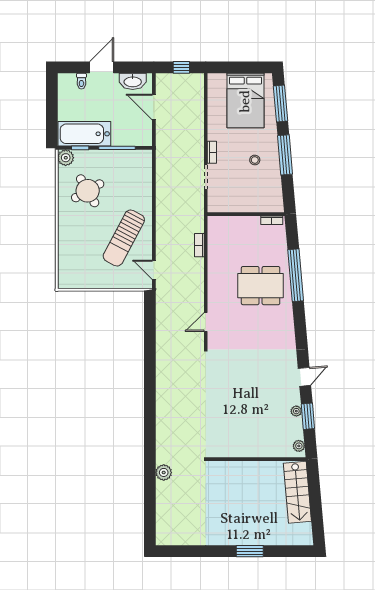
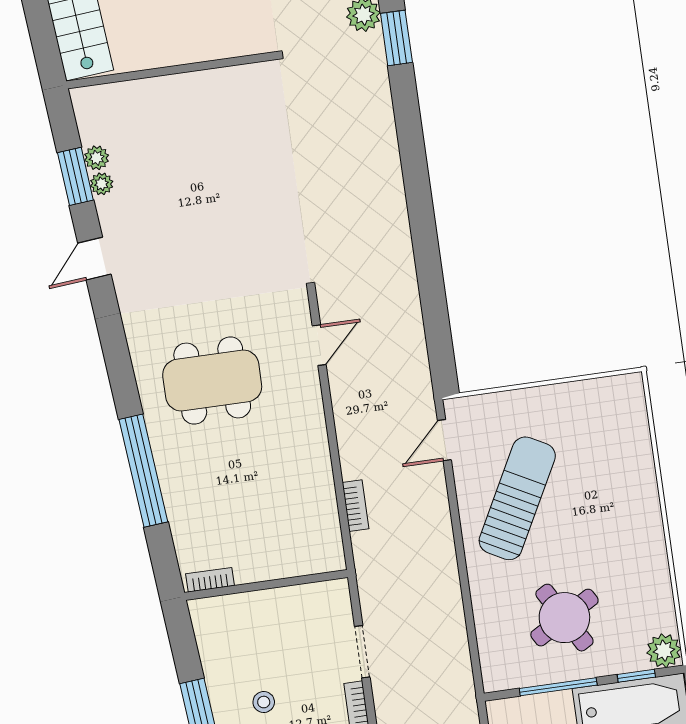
round table: (88, 191) -> (564, 618), moved
door: (154, 270) -> (444, 440), swing flipped
dining table: (261, 286) -> (212, 381), moved
plant: (299, 446) -> (97, 158), moved
window: (150, 460) -> (396, 38), added

